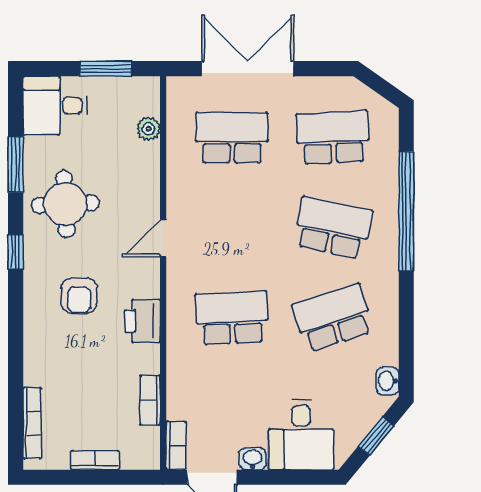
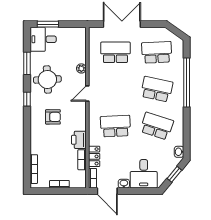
window: (106, 69) -> (48, 24), moved
plant: (149, 129) -> (81, 68), moved
armchair: (79, 296) -> (53, 117), turned -90
school desk: (333, 318) -> (157, 126), turned 36
printer: (142, 321) -> (79, 140), moved
locker: (180, 392) -> (94, 156), added

